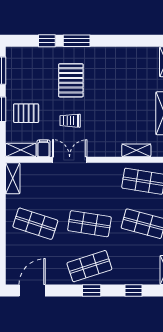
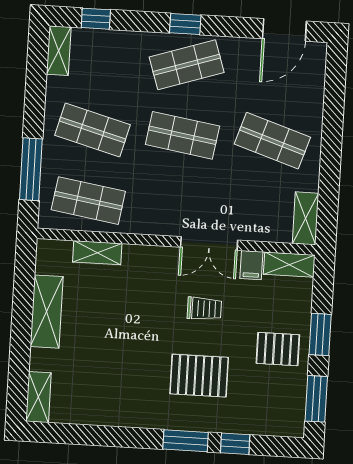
pallet: (71, 80) -> (199, 376), turned 90
pallet: (26, 113) -> (278, 349), moved
window: (134, 290) -> (96, 19), moved

